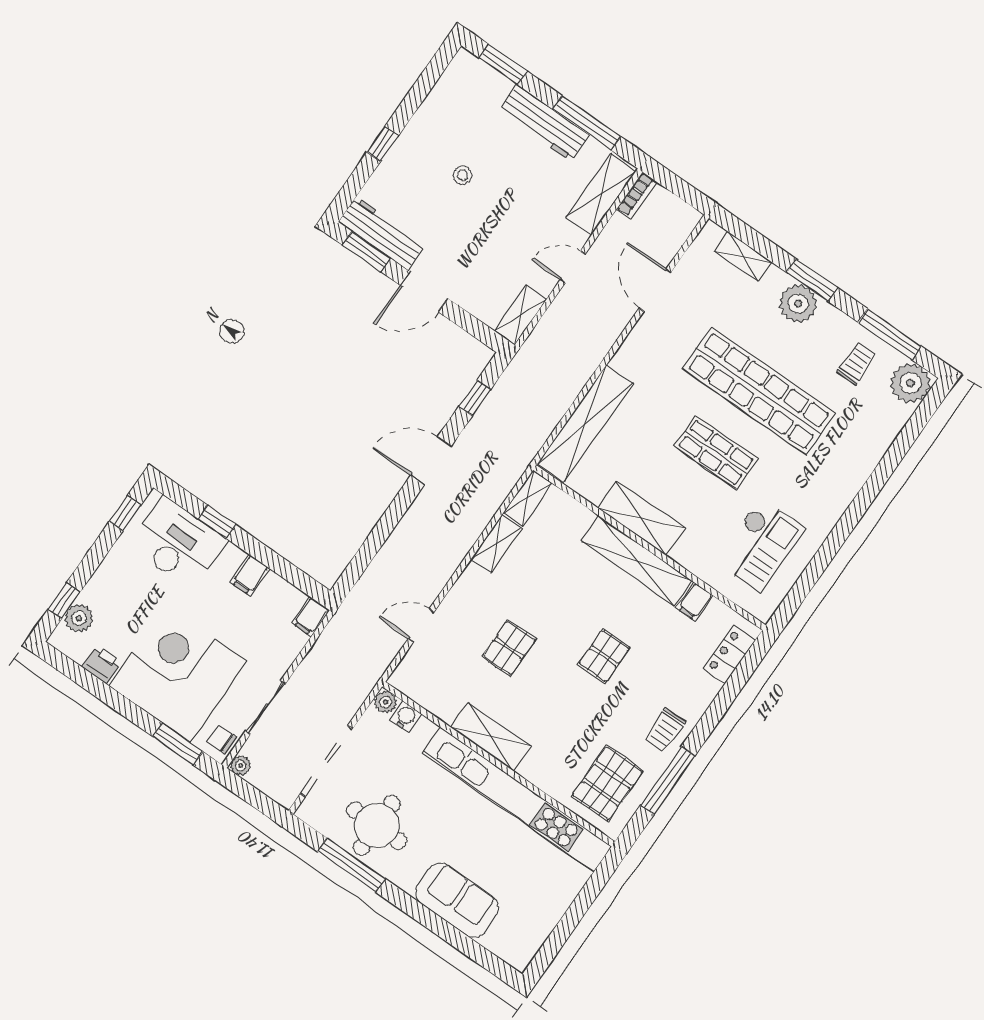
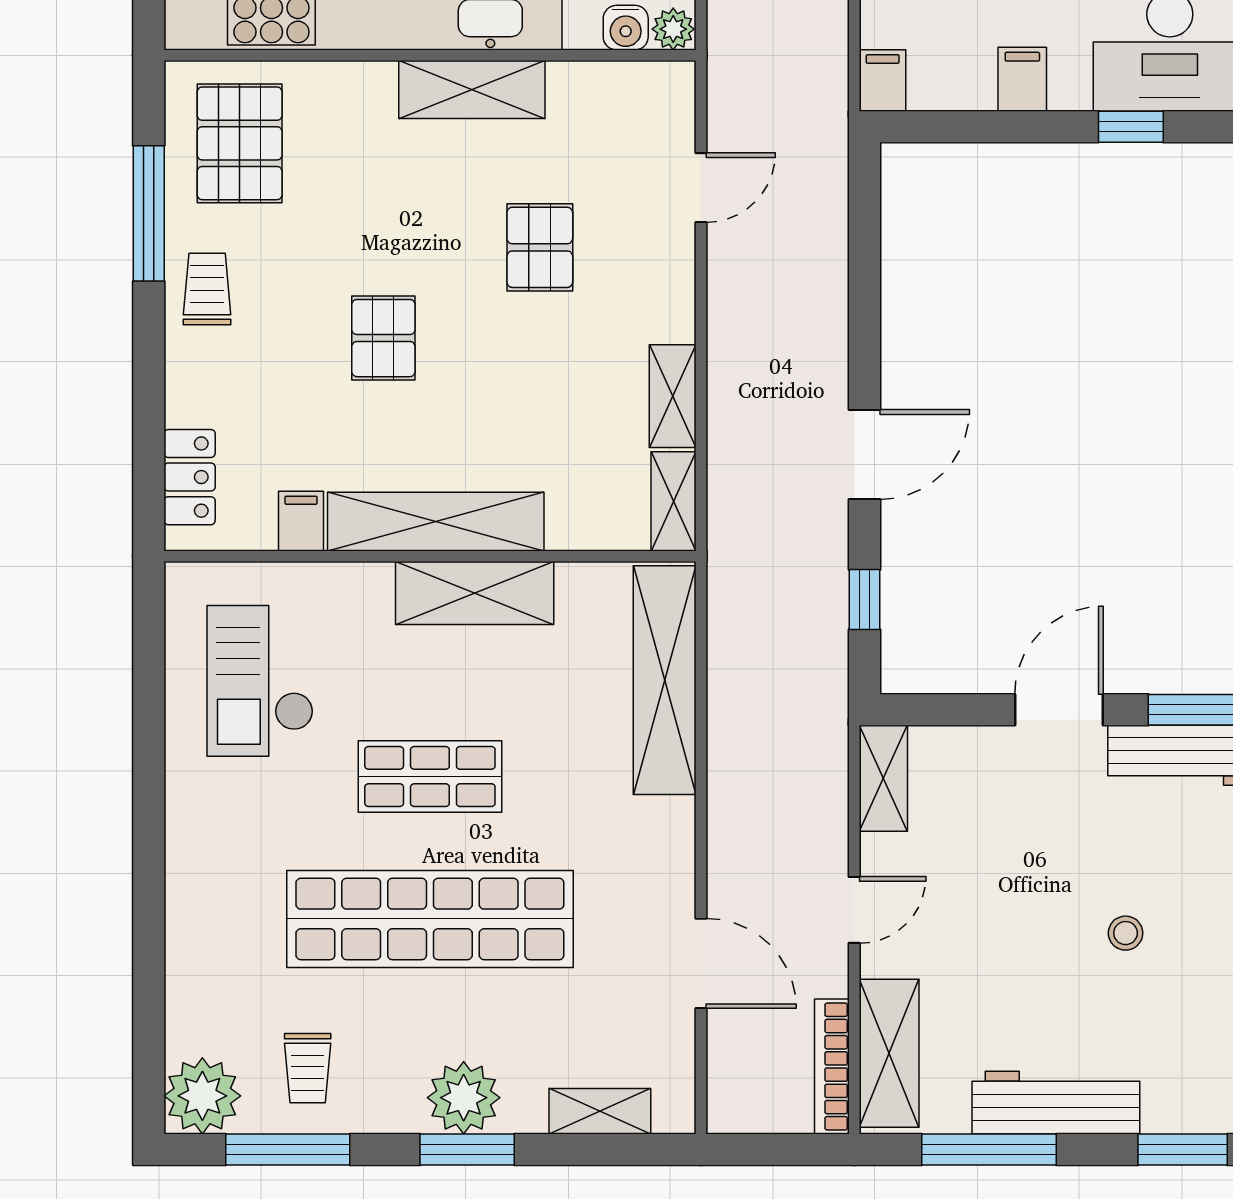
bookcase: (637, 196) -> (832, 1067), width x1.56

